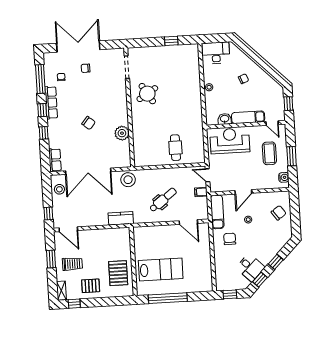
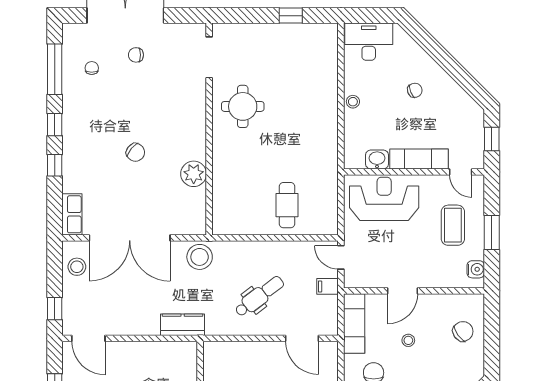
round table: (147, 94) -> (243, 106), turned 32
row of seats: (51, 103) -> (71, 112), removed

